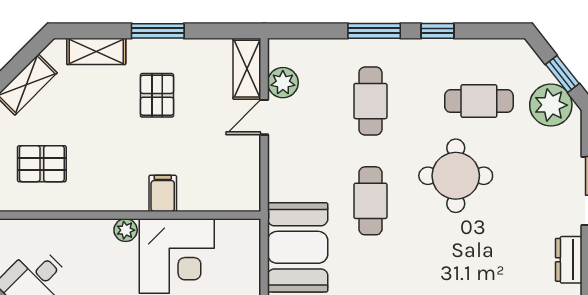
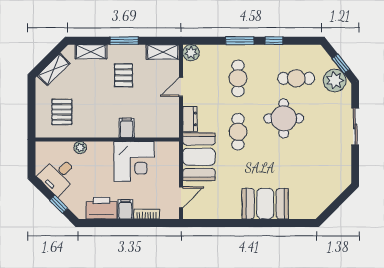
shelving: (247, 69) -> (163, 52), moved, turned 90
plant: (283, 83) -> (191, 53), moved
pallet: (42, 164) -> (62, 112), turned 90
plant: (126, 230) -> (80, 147), moved
dresser: (569, 260) -> (190, 119), moved, turned 180

